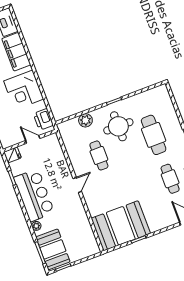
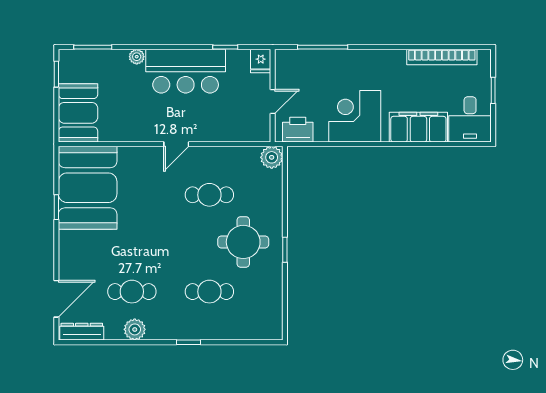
plant: (85, 120) -> (272, 157), moved
cafe table: (154, 135) -> (209, 292), width x0.73, depth x0.74
door: (77, 185) -> (176, 144), hinge flipped
booth: (53, 249) -> (78, 113), moved, turned 90

